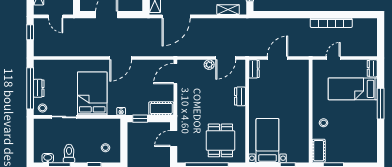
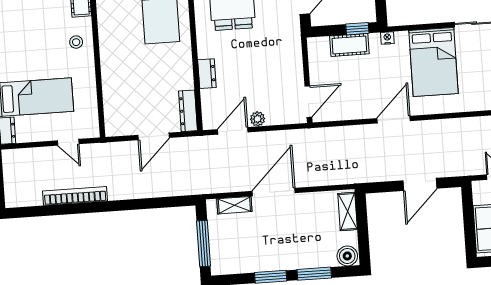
door: (176, 16) -> (274, 192), moved
door: (333, 58) -> (68, 142), hinge flipped
dresser: (254, 69) -> (188, 111), width x1.44
cot: (161, 108) -> (349, 45), moved

